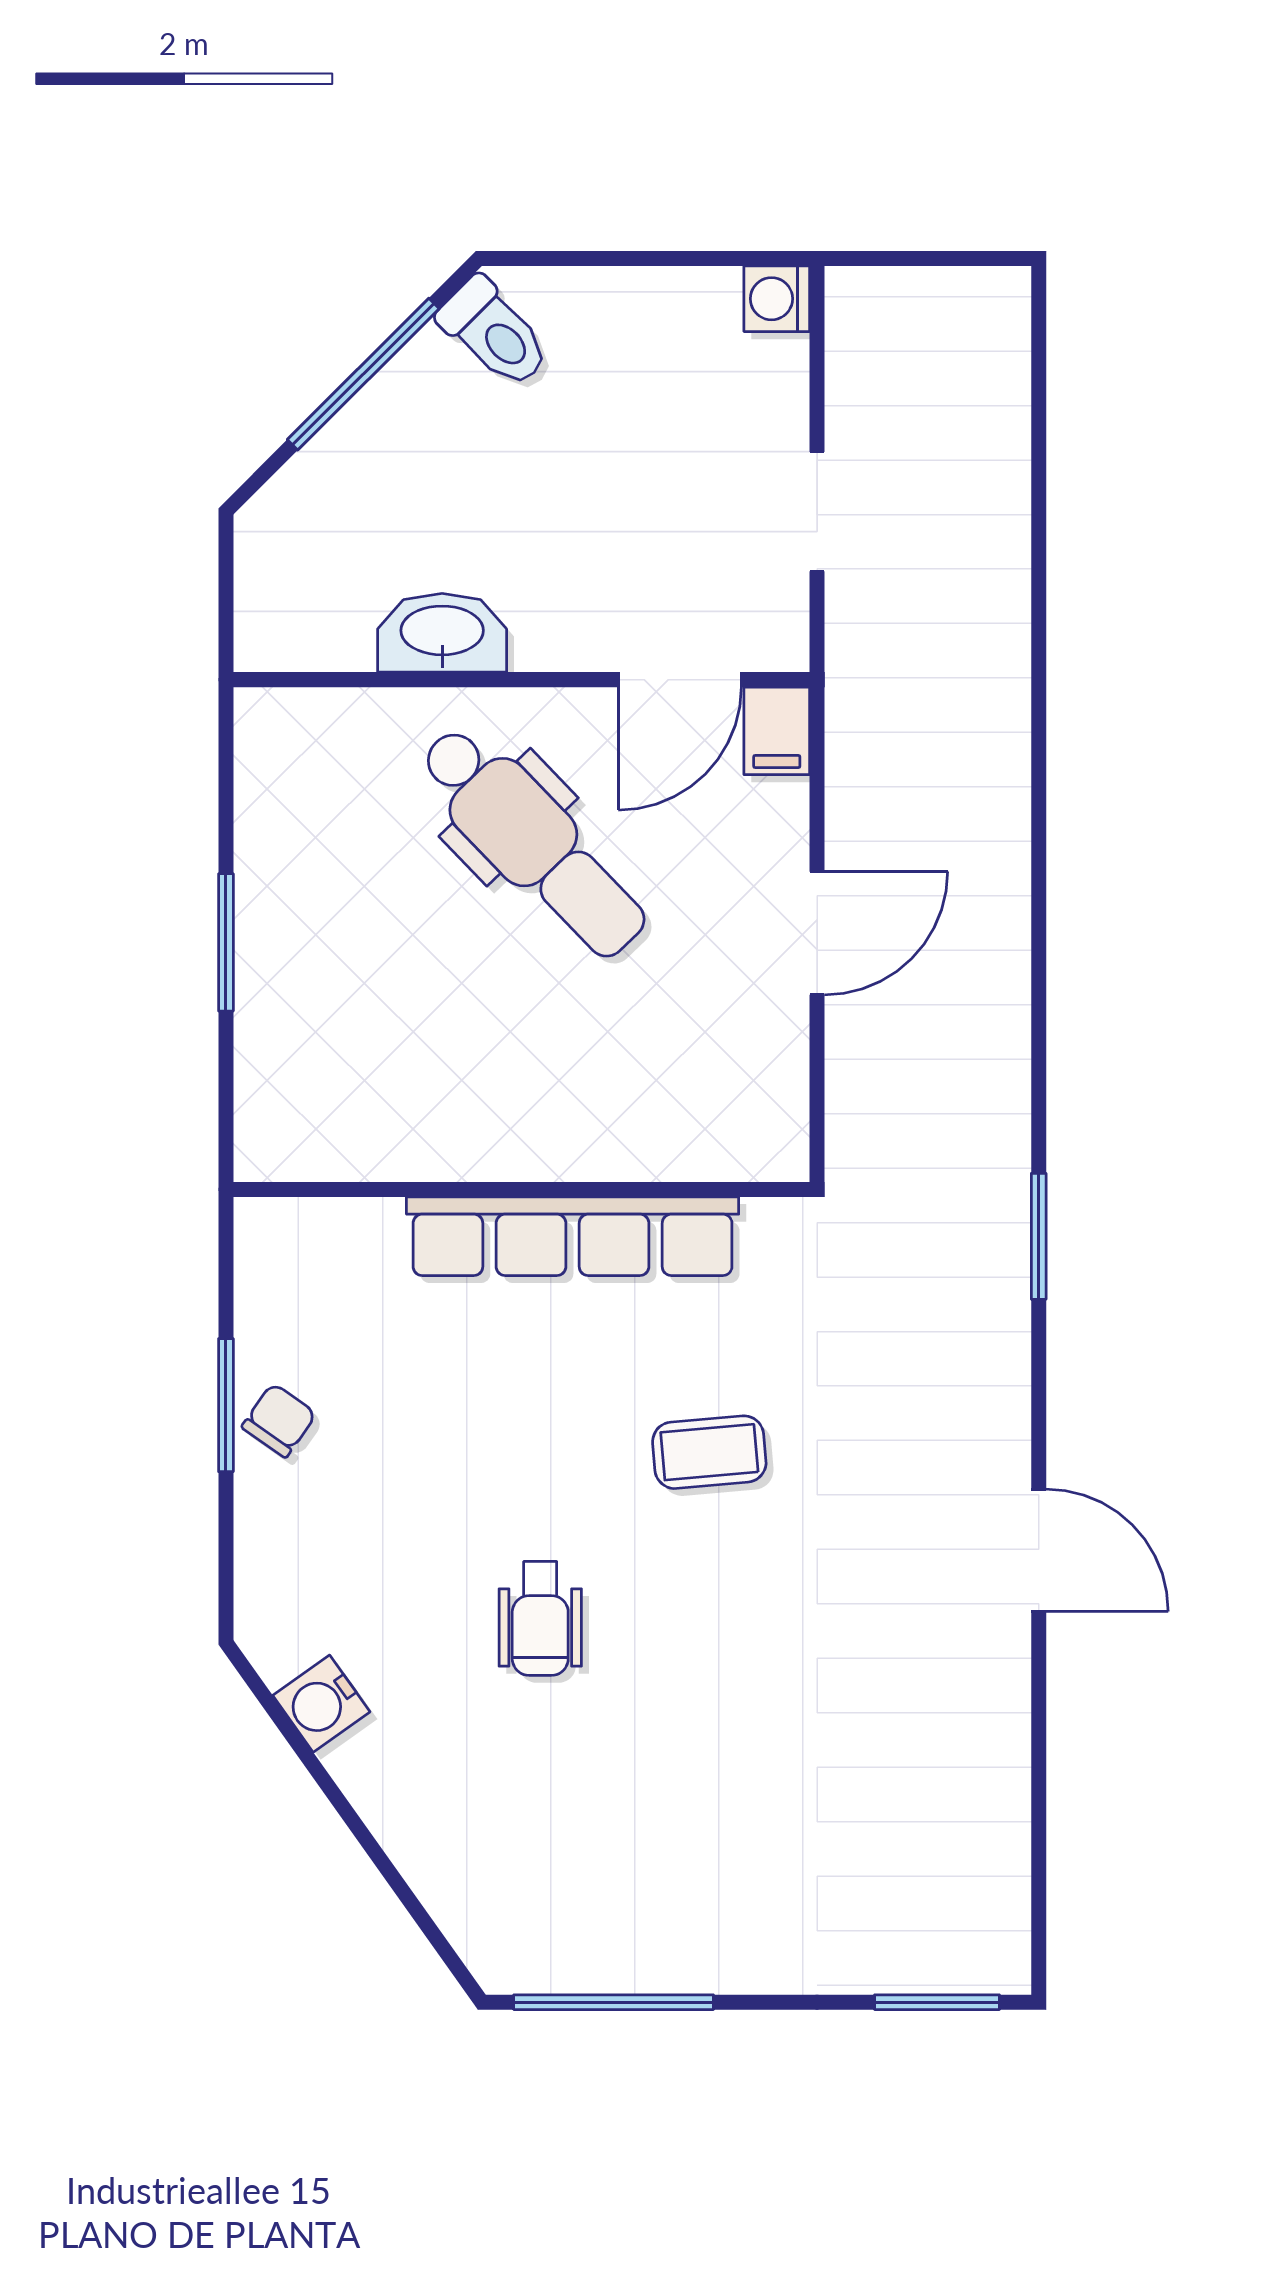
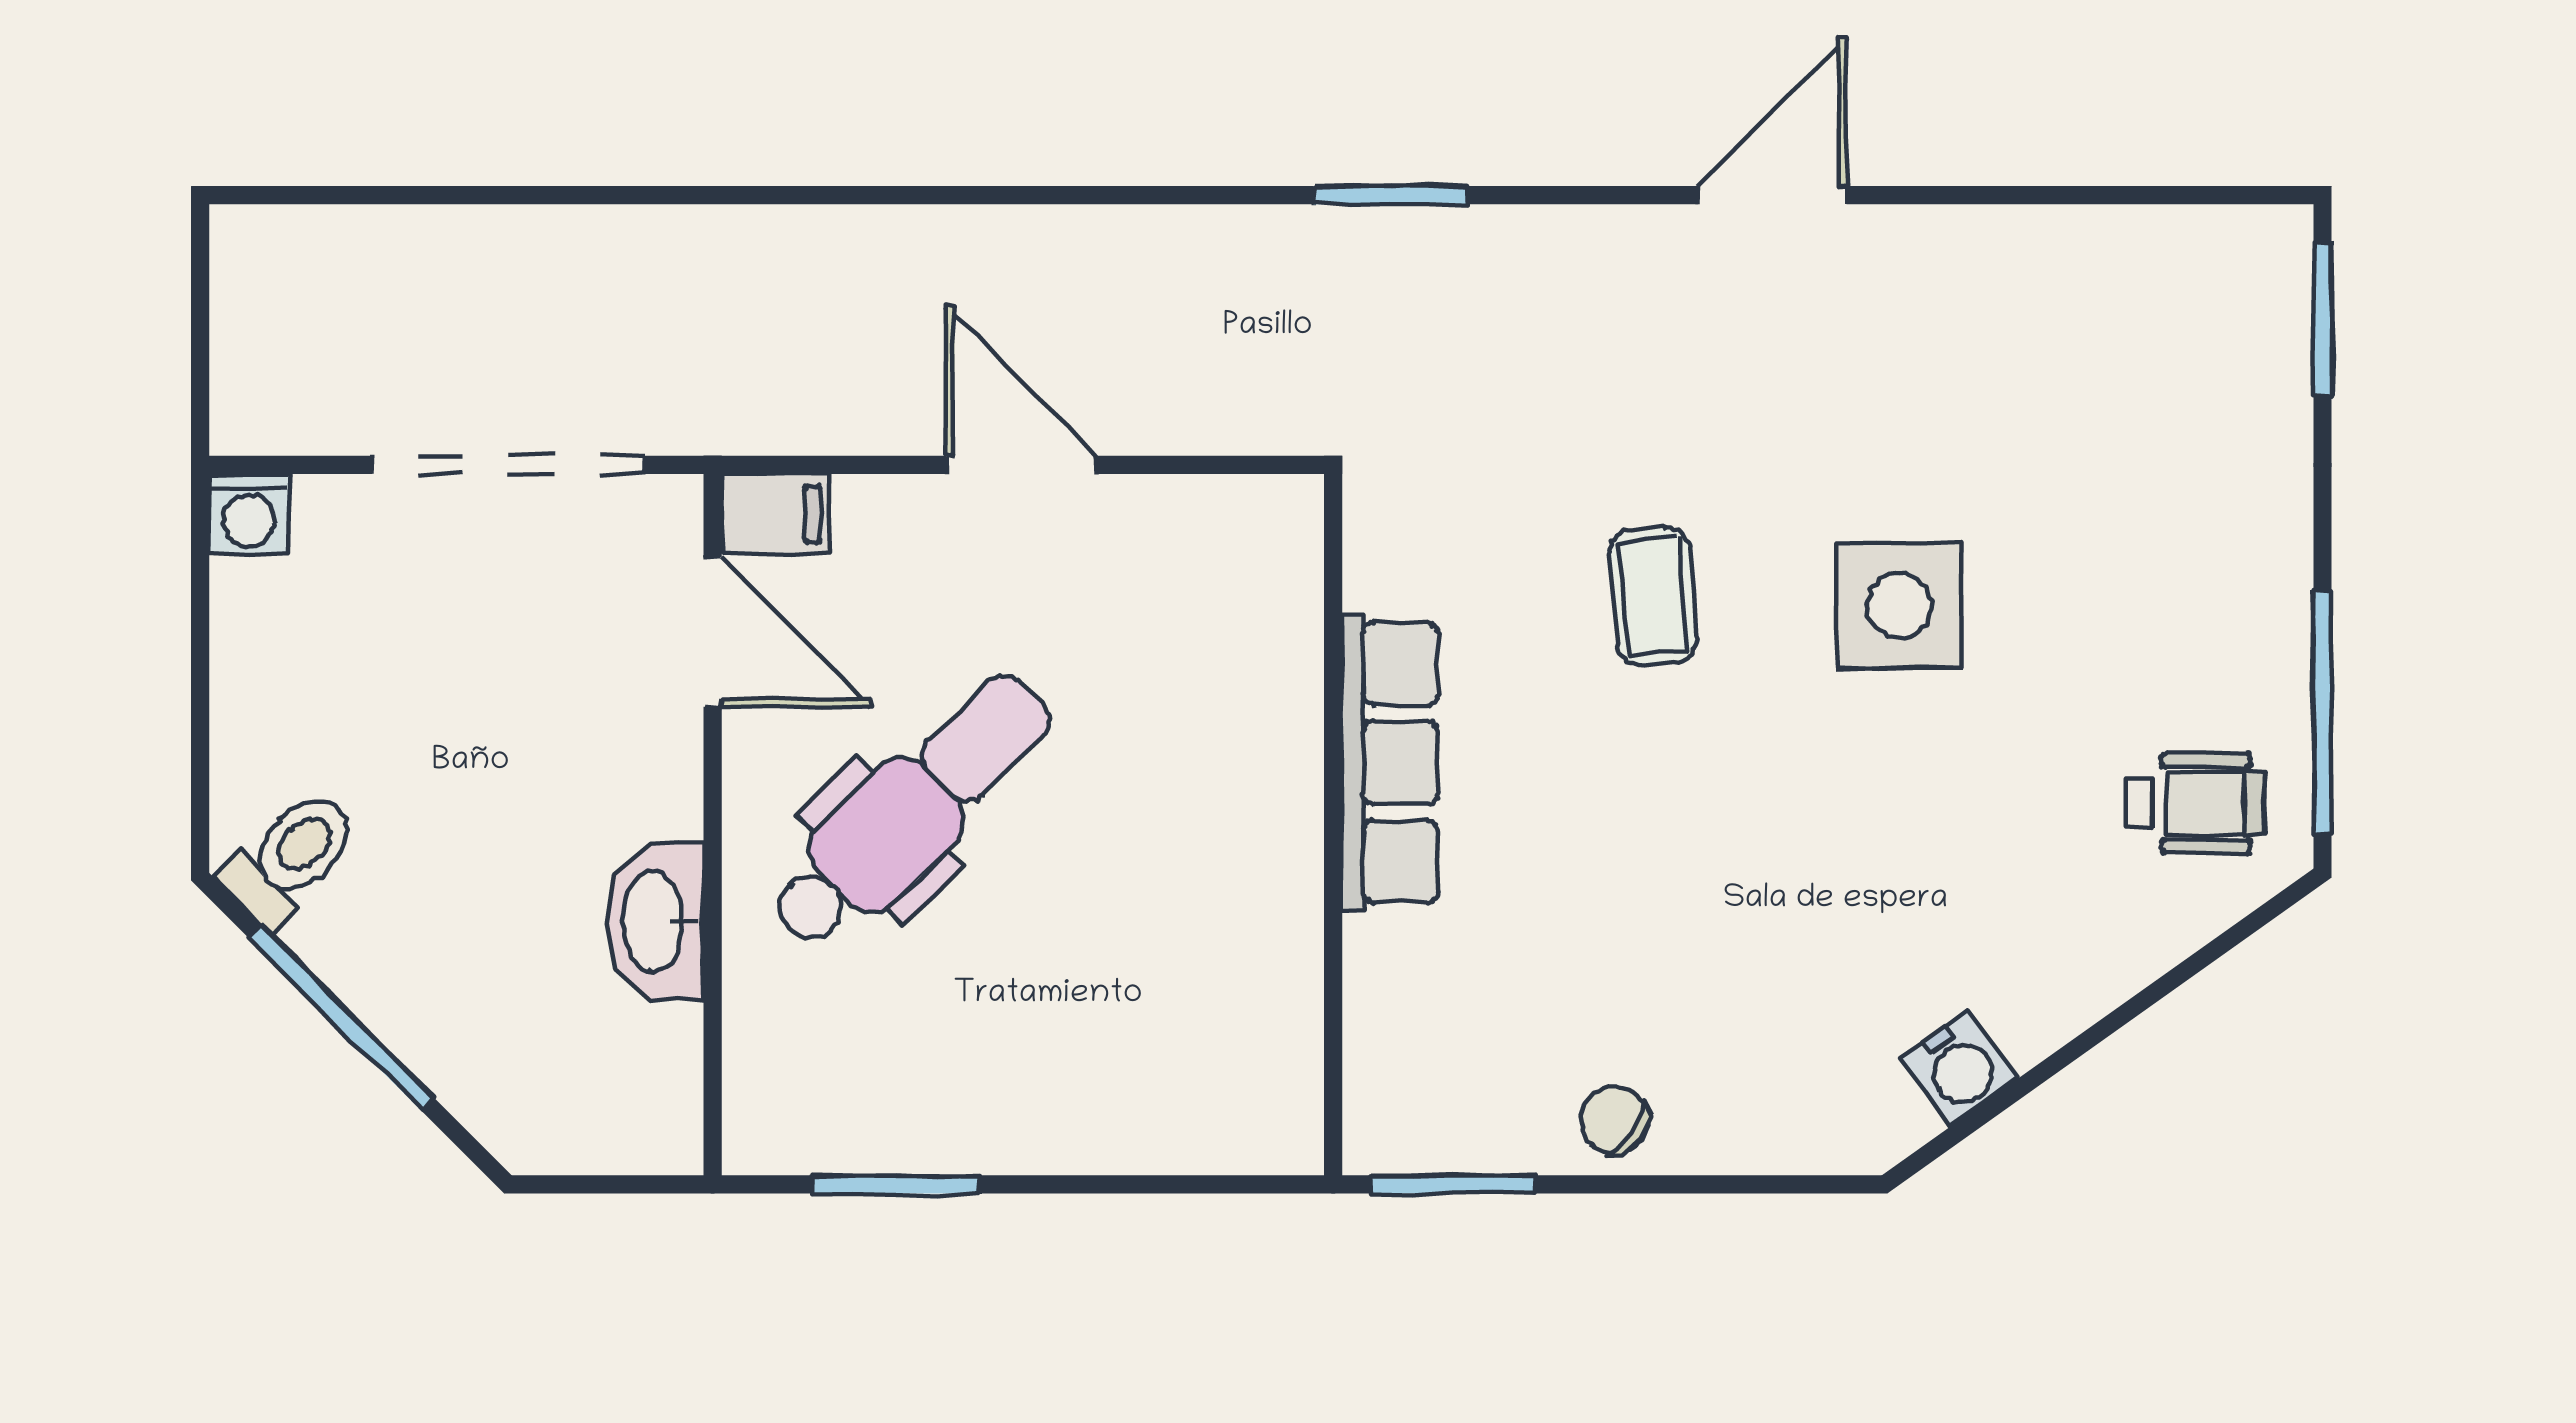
doorway: (817, 512) -> (508, 465), width x1.88
window: (226, 942) -> (896, 1184), moved
row of seats: (573, 1236) -> (1390, 763), width x0.73
window: (226, 1405) -> (1453, 1184), moved
wheelchair: (540, 1618) -> (2195, 803), moved
side table: (702, 1654) -> (1899, 605), added

